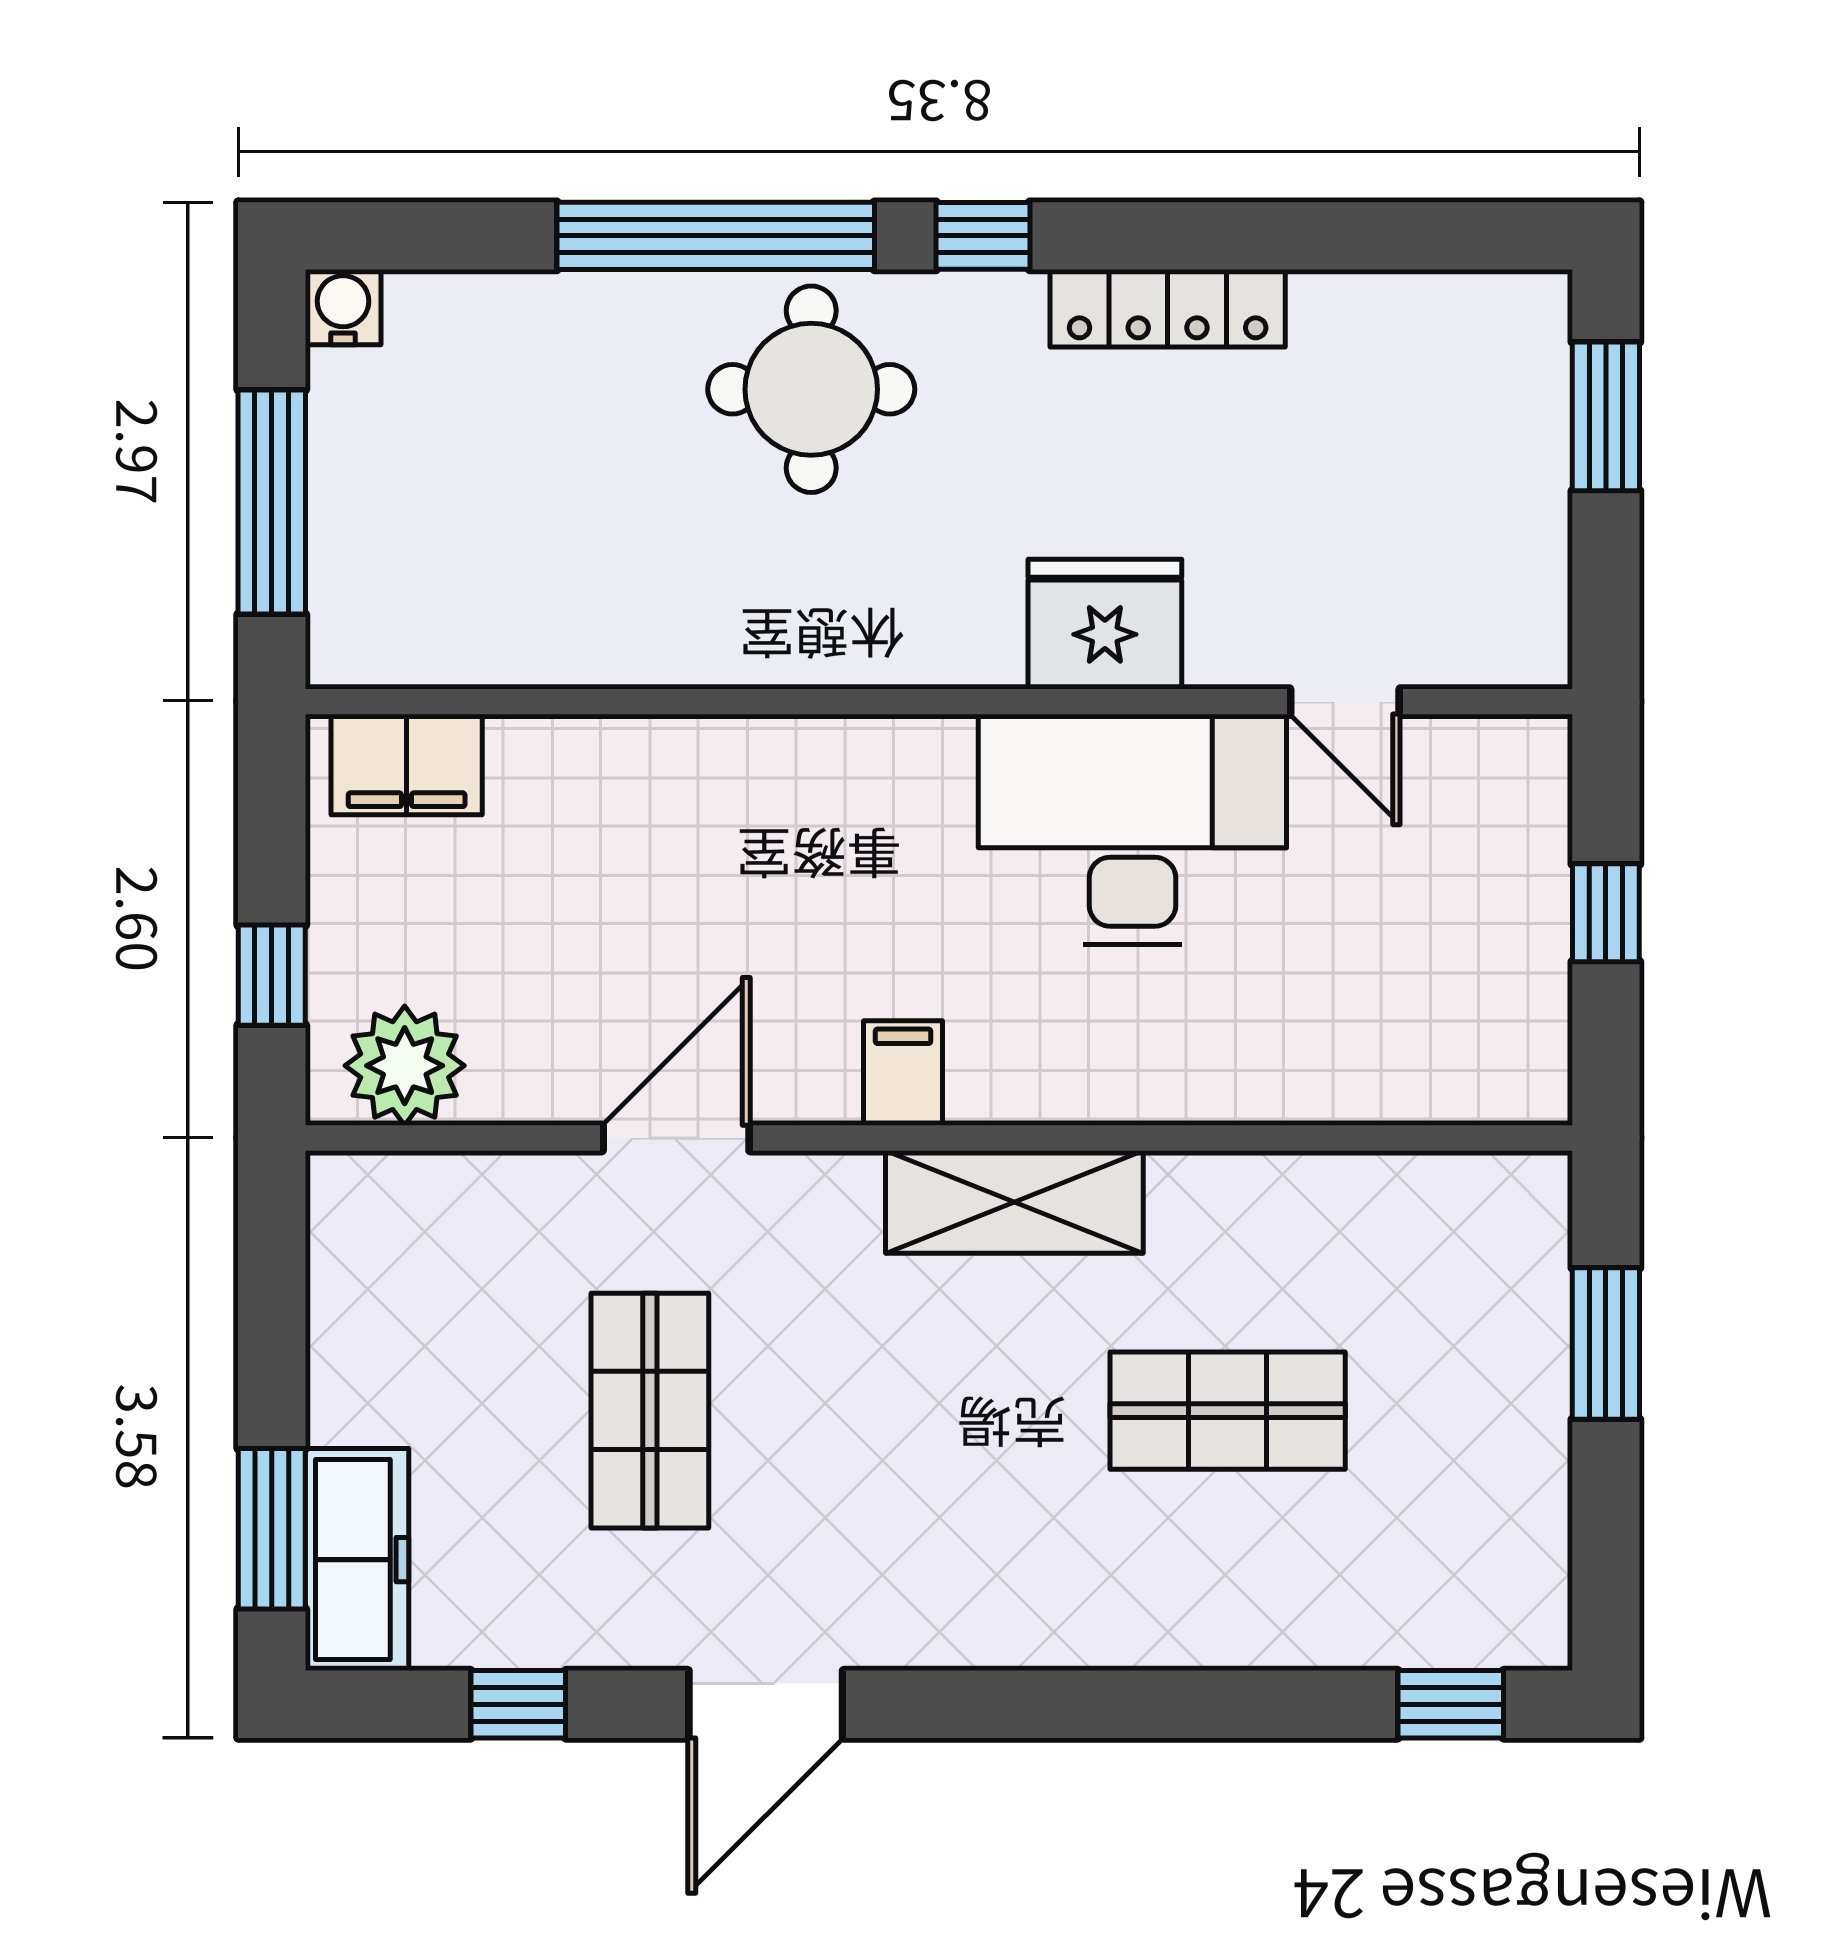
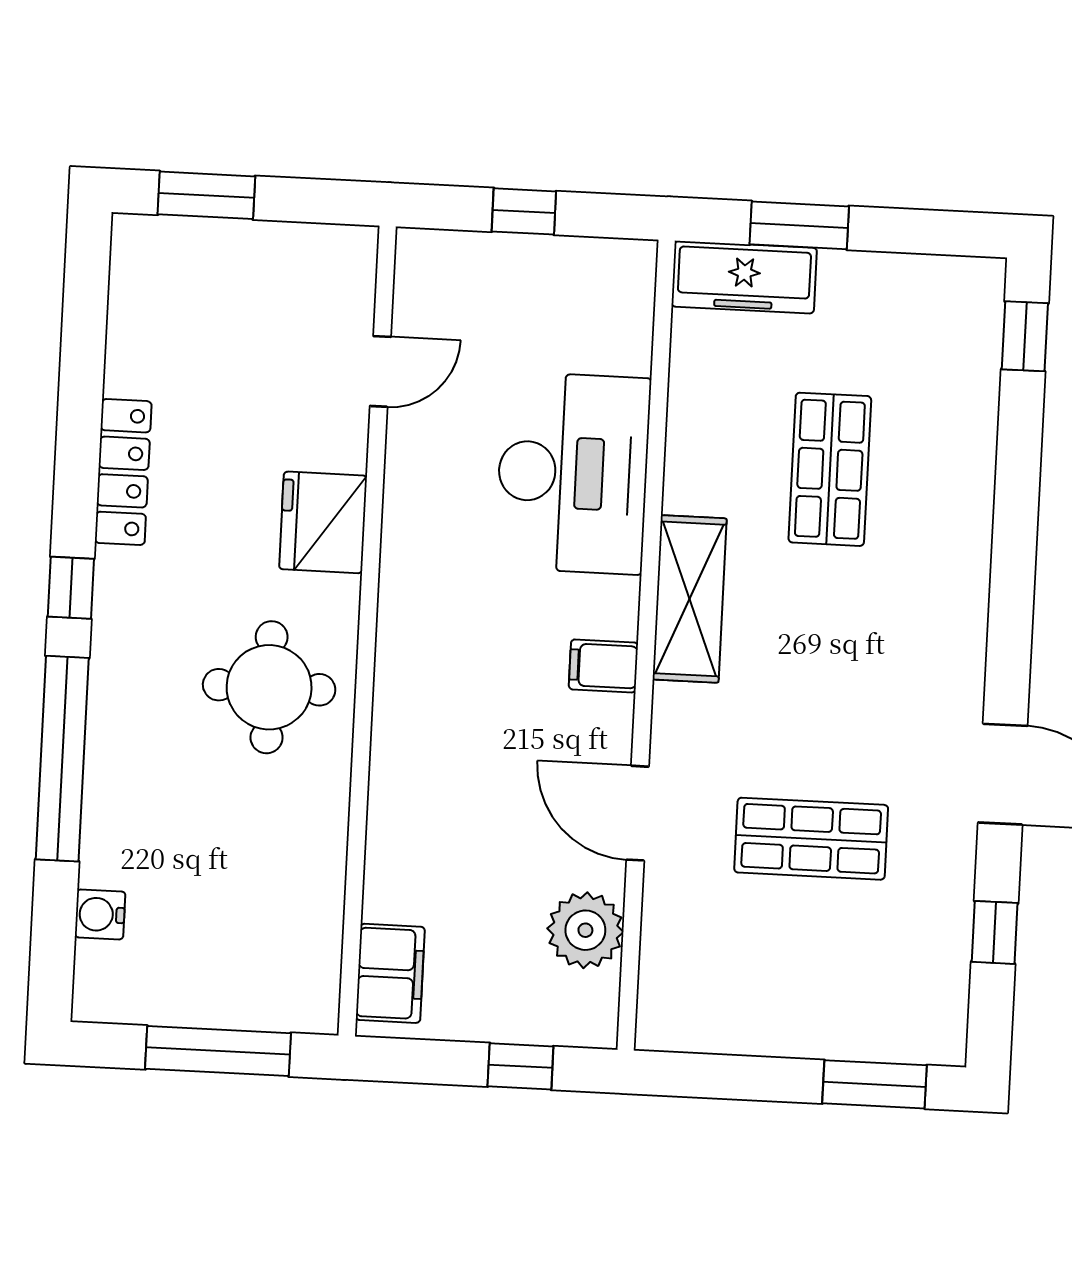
water cooler: (343, 307) -> (100, 914), moved
round table: (811, 389) -> (269, 687), moved
desk: (1132, 829) -> (573, 473), moved, turned 180
plant: (405, 1066) -> (585, 930), moved
freezer: (357, 1560) -> (744, 277), moved, turned 180

